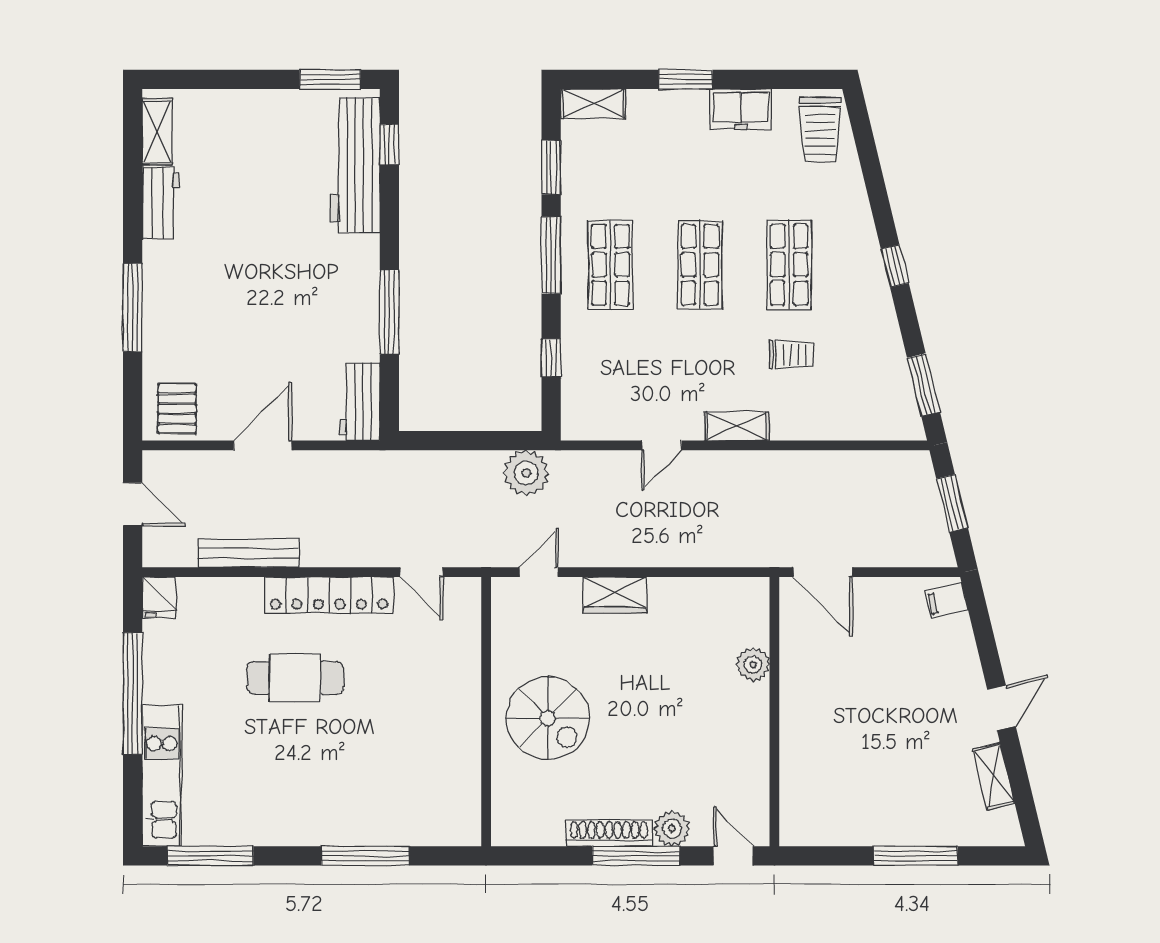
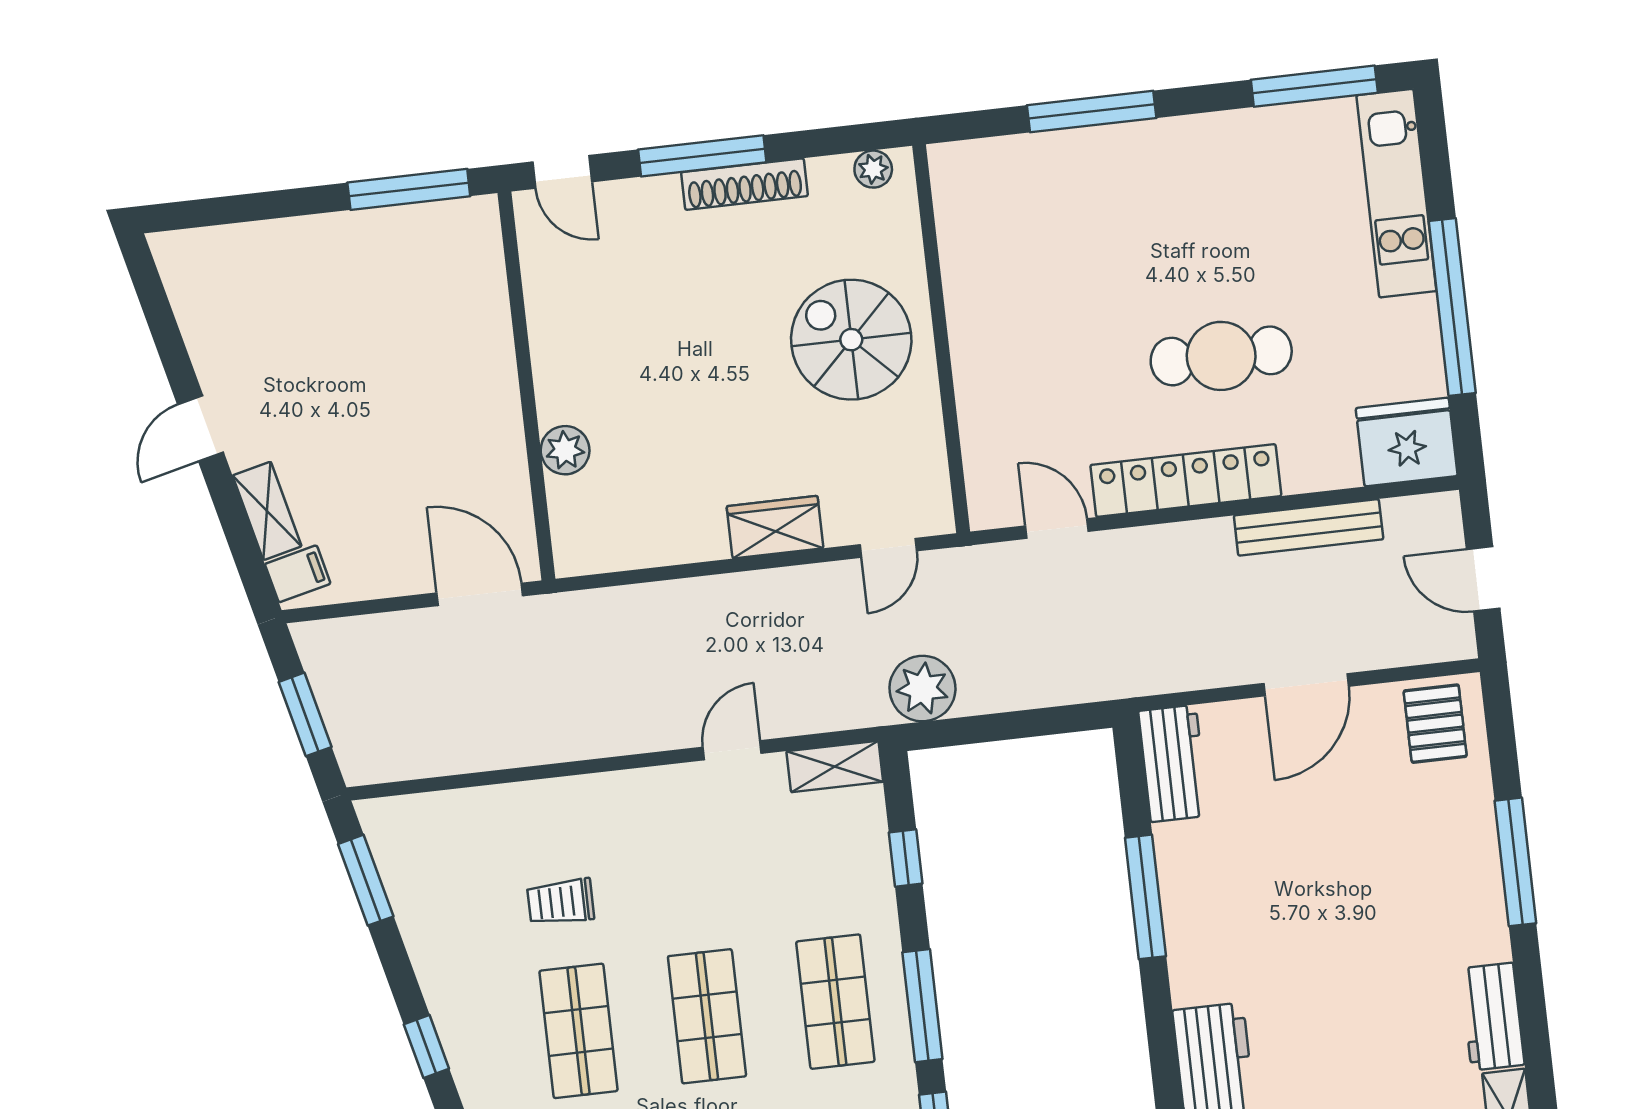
shelving: (737, 426) -> (835, 766), moved
fridge: (159, 597) -> (1407, 442), width x1.88, depth x1.34
shelving: (994, 776) -> (267, 511), moved
plant: (672, 829) -> (873, 169), moved, width x0.73, depth x0.73
window: (916, 856) -> (409, 189), moved

